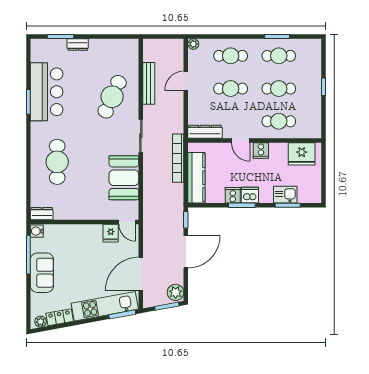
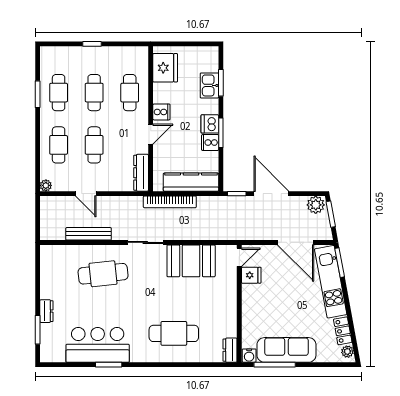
cafe table: (112, 97) -> (103, 274), turned -30
sofa: (42, 273) -> (286, 350), width x1.36

